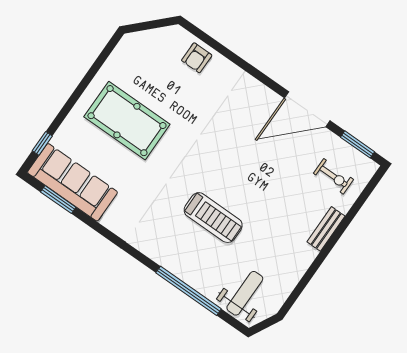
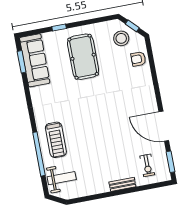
window: (150, 25) -> (132, 26), added
stool: (152, 53) -> (121, 38), added
window: (42, 143) -> (59, 27), moved
treadmill: (213, 218) -> (56, 140), moved

